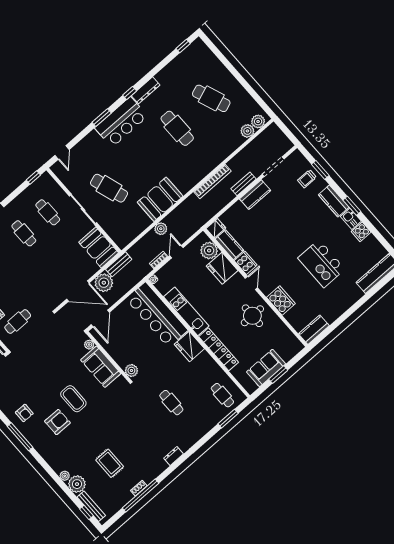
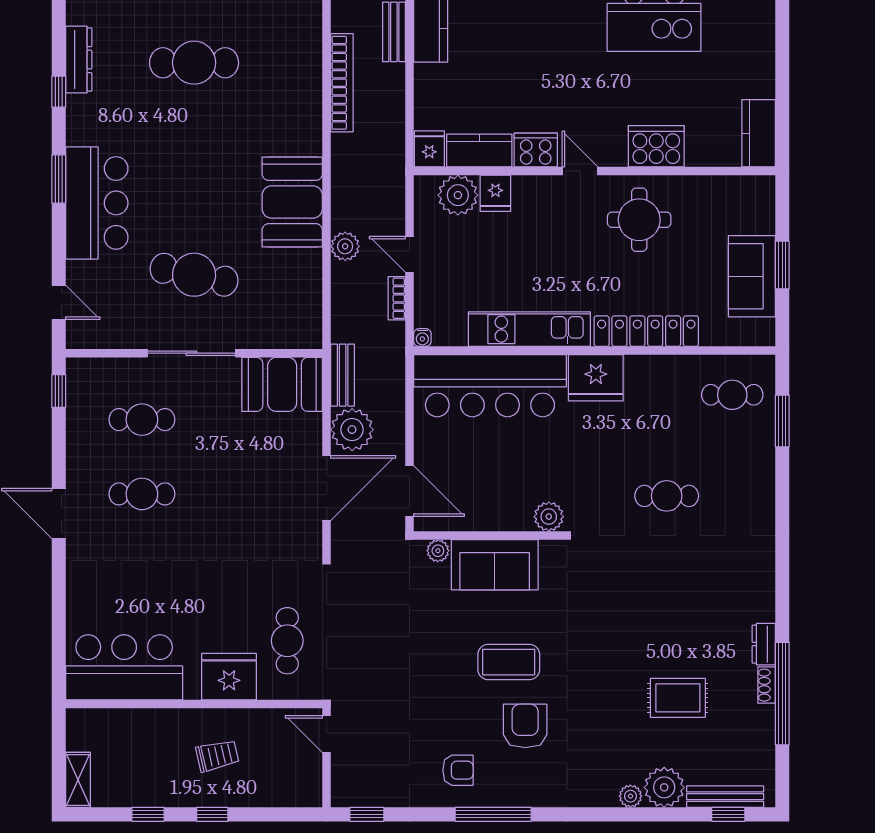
bar counter: (121, 122) -> (97, 203), moved
cafe table: (109, 188) -> (194, 275), turned 30
fridge: (222, 268) -> (495, 193), width x0.53, depth x0.75
dresser: (174, 456) -> (764, 644), moved

